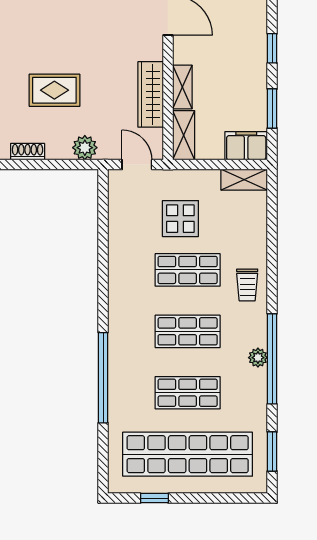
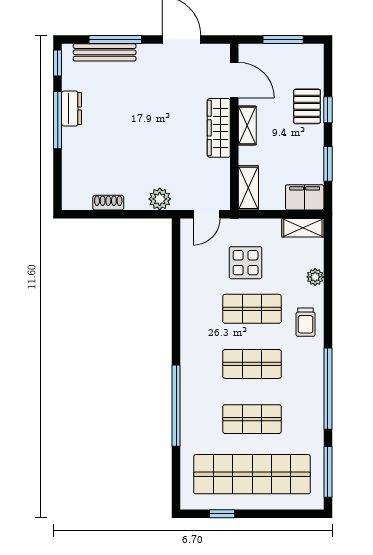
pallet: (249, 45) -> (307, 106), added
shelving: (182, 87) -> (247, 125), moved
rug: (54, 90) -> (132, 147), removed
wardrobe: (151, 94) -> (219, 128), moved
door: (137, 165) -> (207, 214), swing flipped
plant: (258, 358) -> (315, 277), moved
window: (272, 452) -> (328, 472), width x1.44

